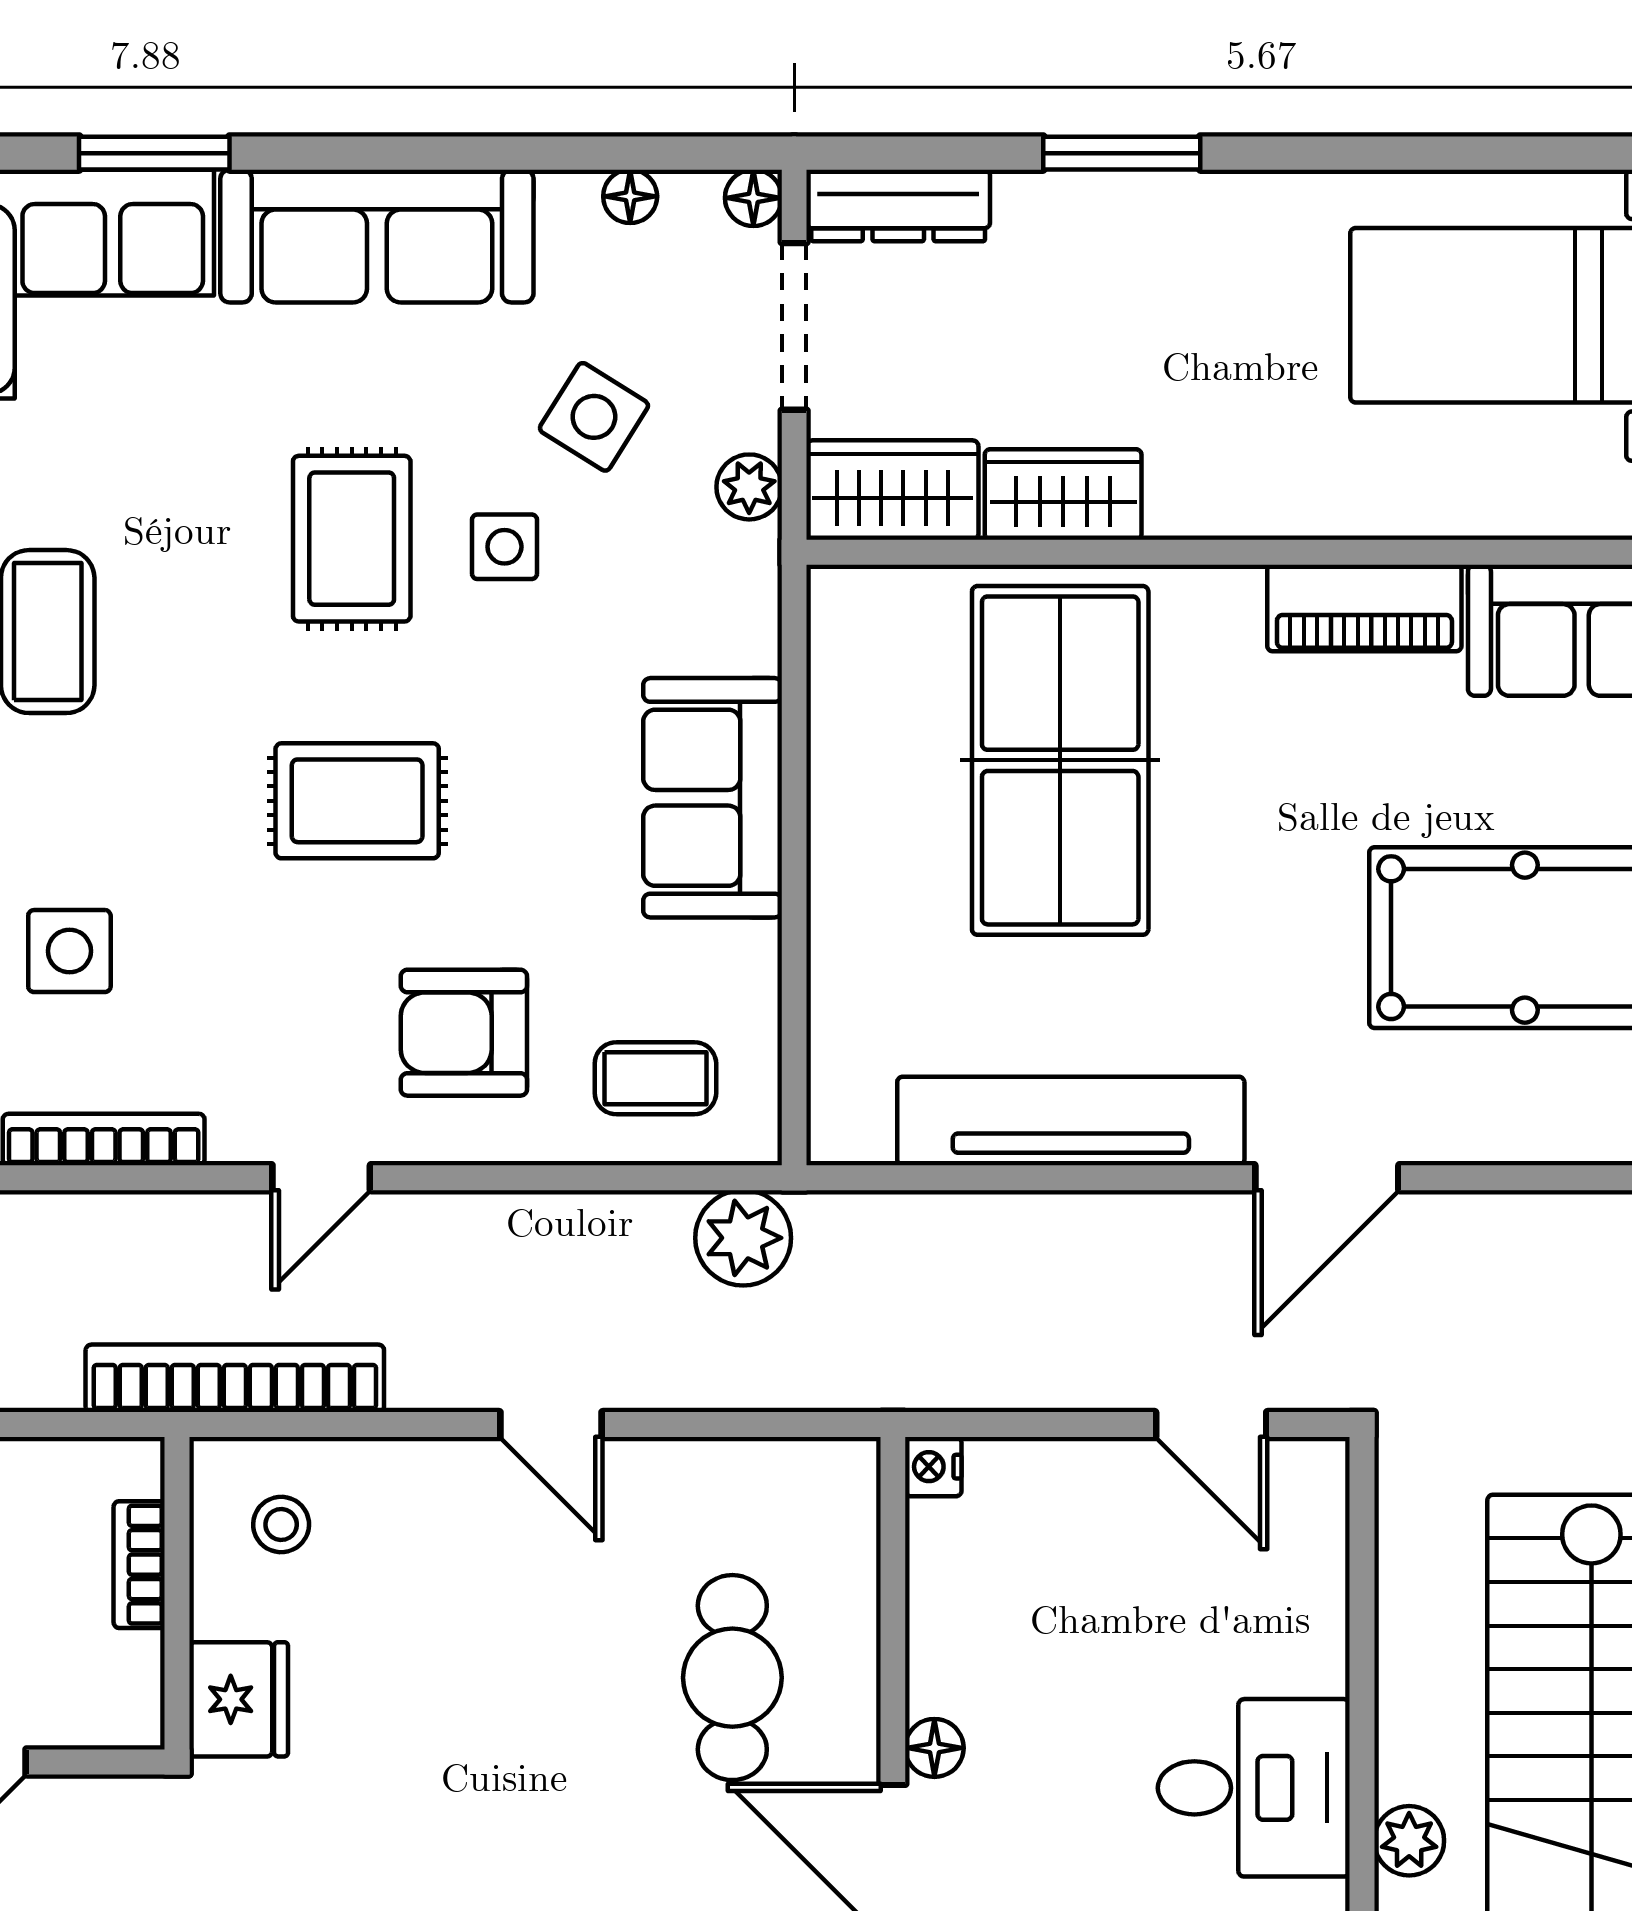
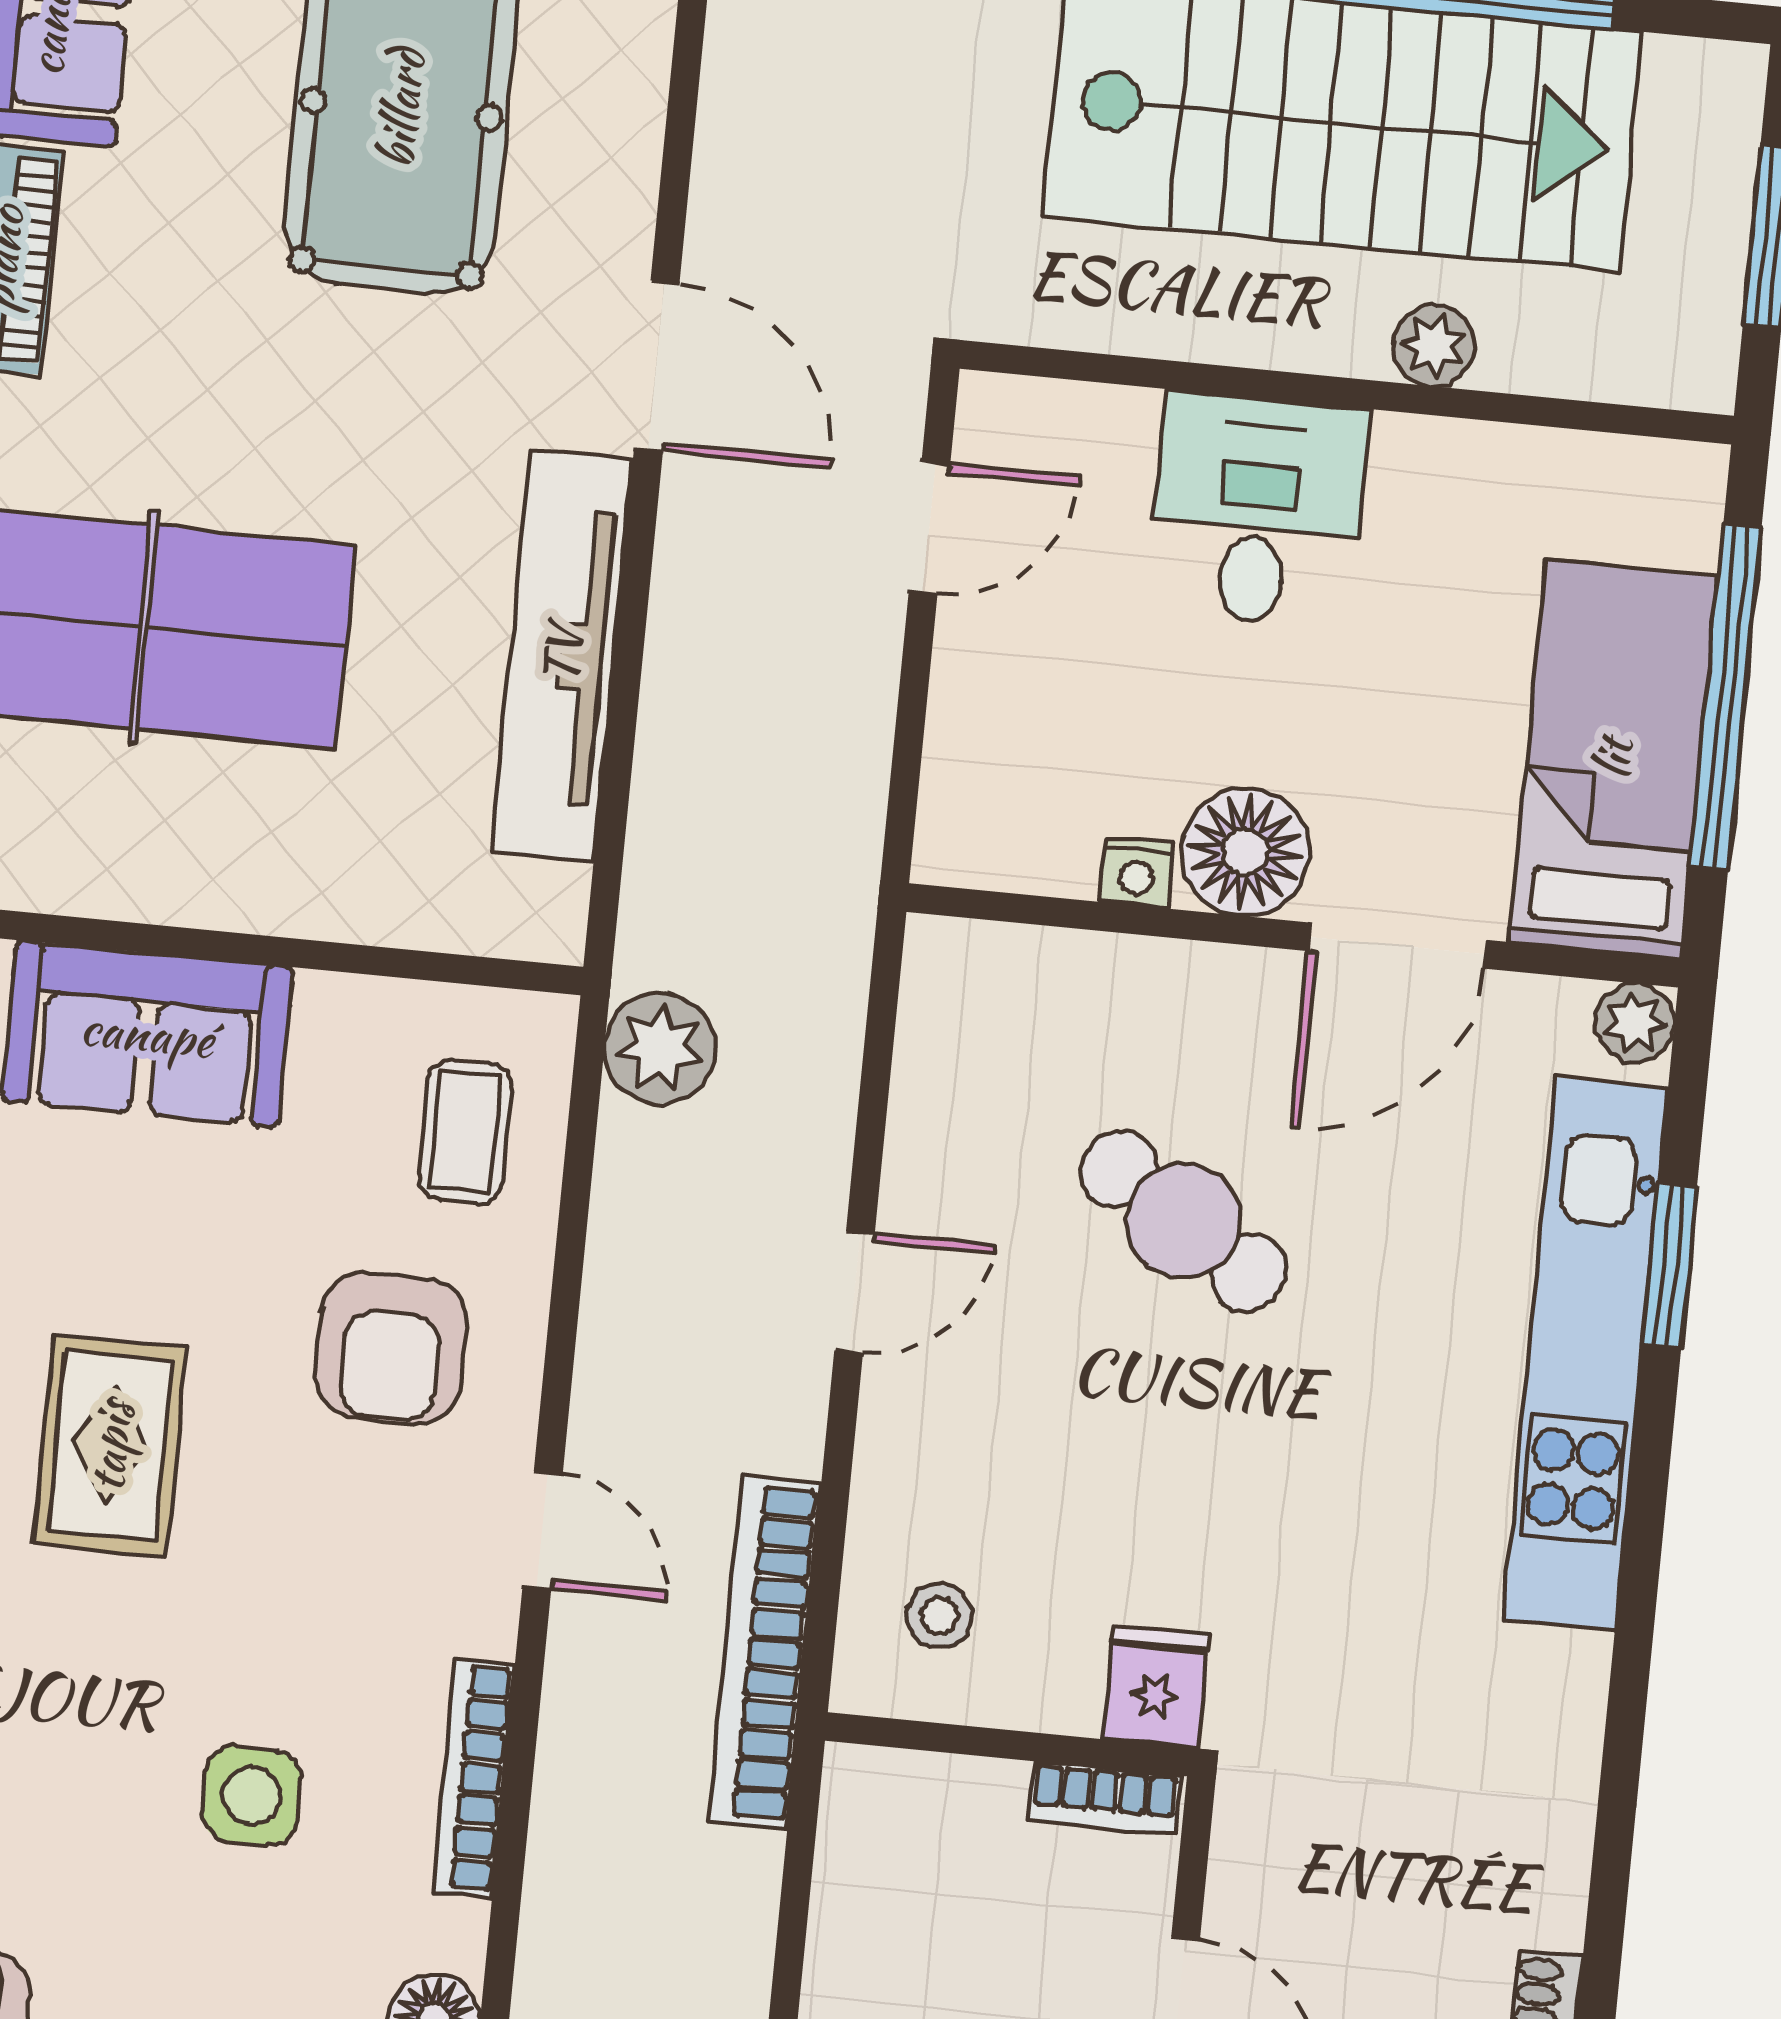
nightstand: (933, 1467) -> (1137, 873), moved
bookcase: (139, 1565) -> (1104, 1798), moved
cafe table: (732, 1678) -> (1183, 1221), moved, turned 33
fridge: (239, 1699) -> (1156, 1687), width x0.72
floor lamp: (934, 1748) -> (1245, 852), width x1.89, depth x1.89
desk: (1254, 1788) -> (1258, 510), moved

